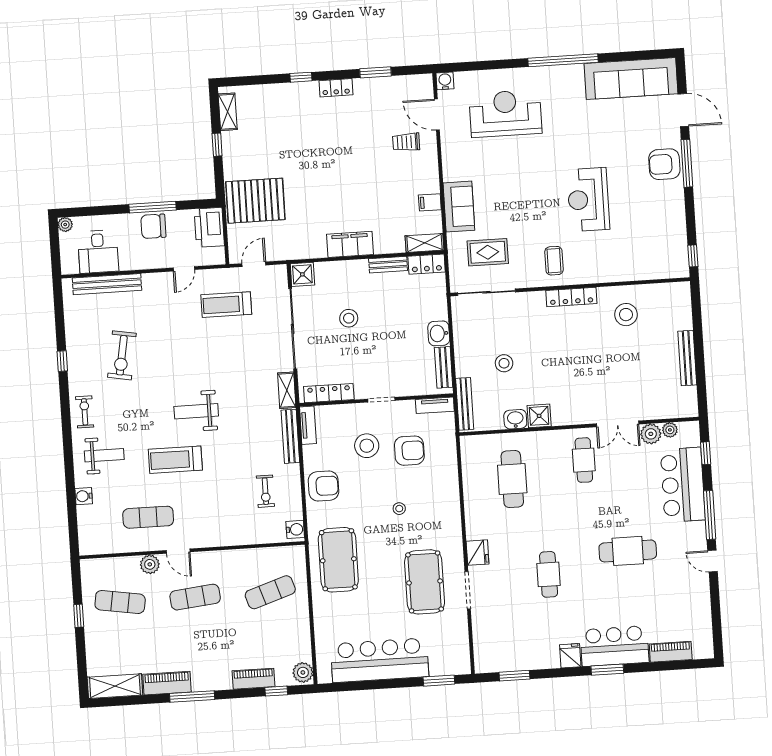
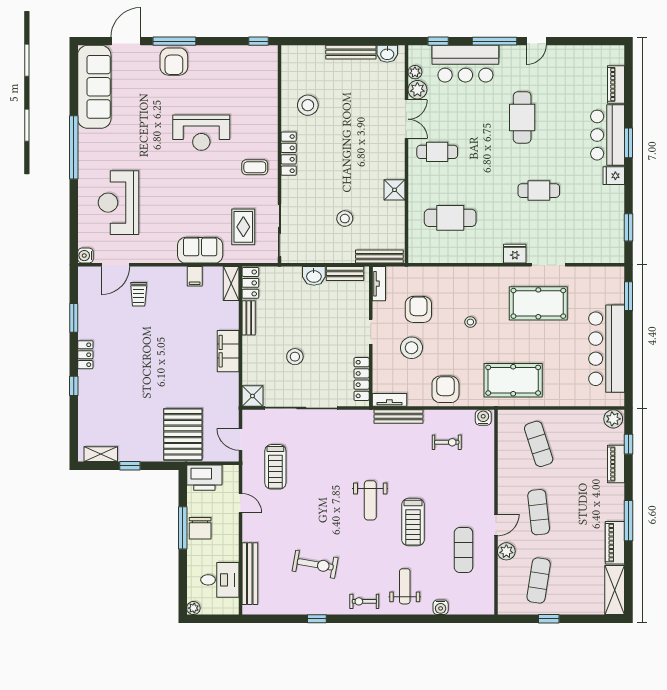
shelving: (287, 390) -> (357, 417), removed
washbasin: (515, 419) -> (387, 54), moved, turned -90

